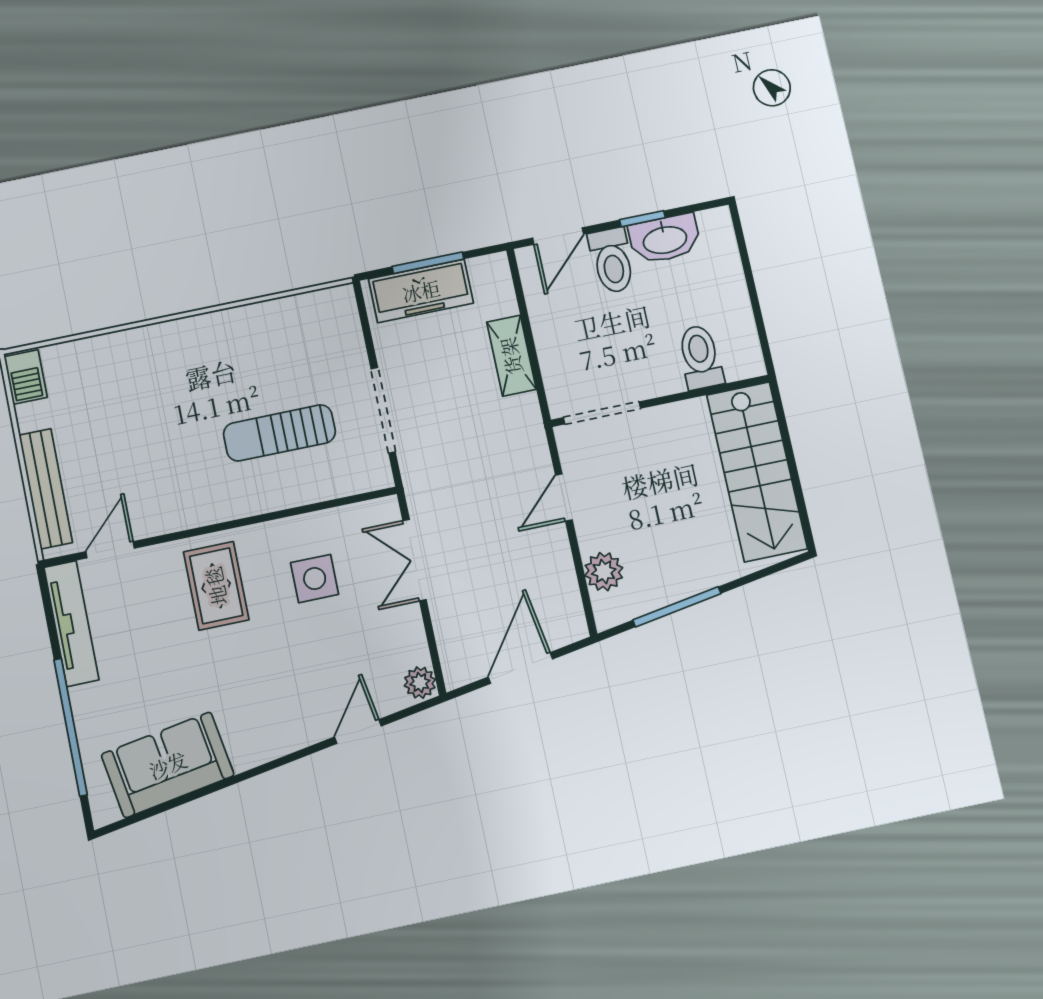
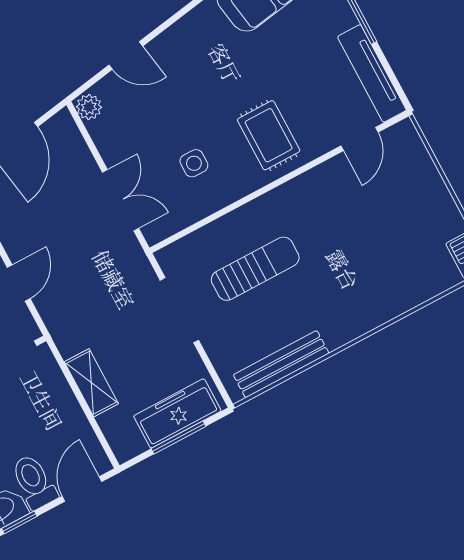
bench: (46, 489) -> (281, 364), moved, turned 90
side table: (315, 579) -> (194, 163), width x0.73, depth x0.73
door: (358, 732) -> (126, 56), hinge flipped

